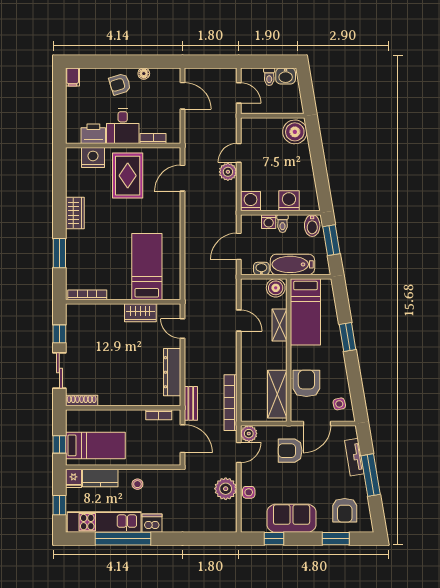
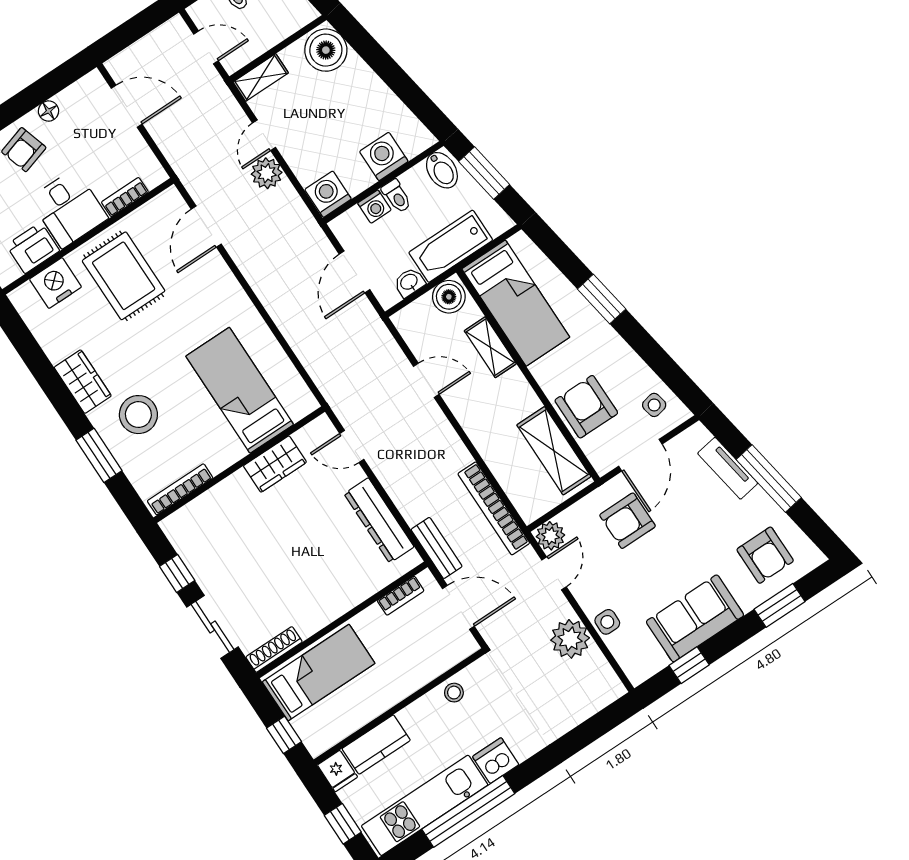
shelving: (255, 124) -> (261, 77), added
stool: (91, 246) -> (138, 415), added
bed: (95, 445) -> (319, 673), moved
stool: (137, 484) -> (454, 693), moved

